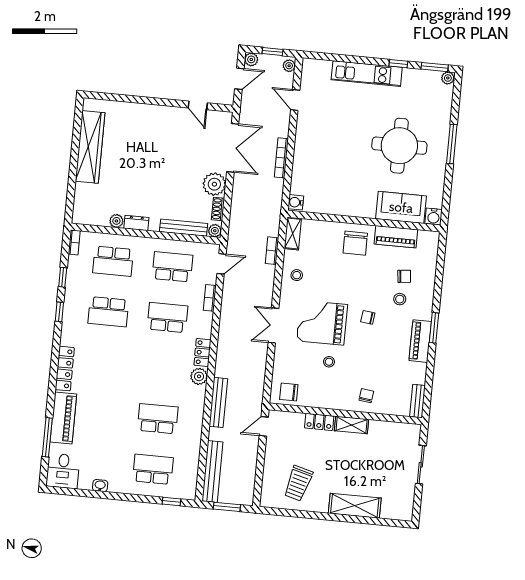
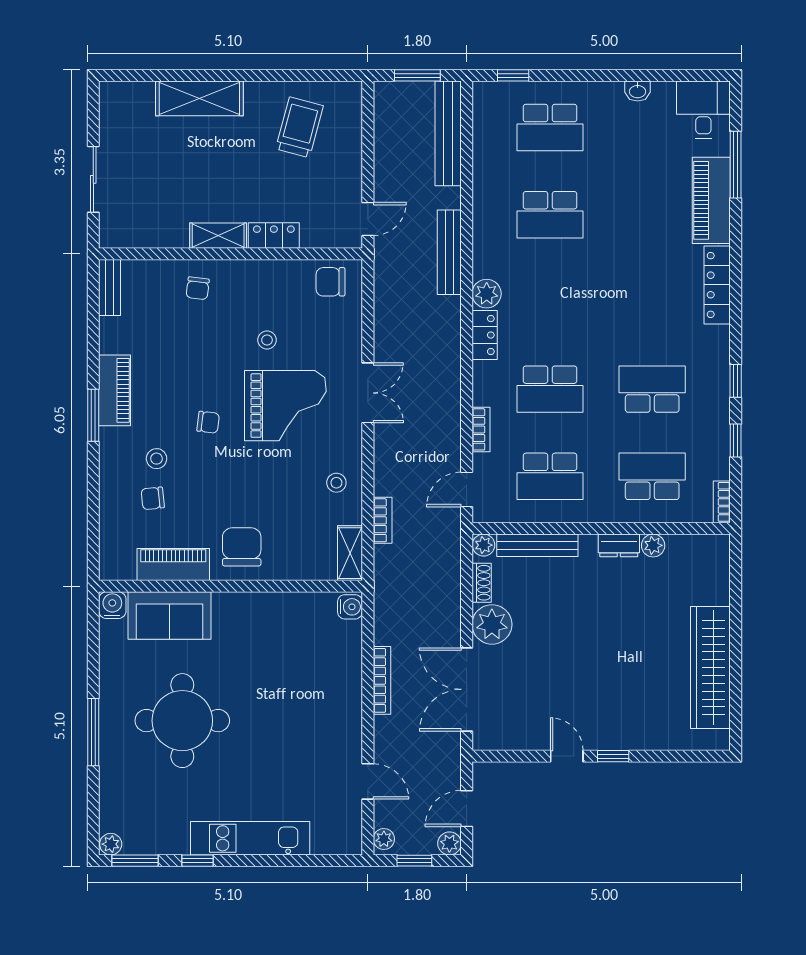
window: (151, 101) -> (613, 756), added
door: (198, 105) -> (567, 756), moved
chair: (289, 392) -> (331, 282), turned 180

